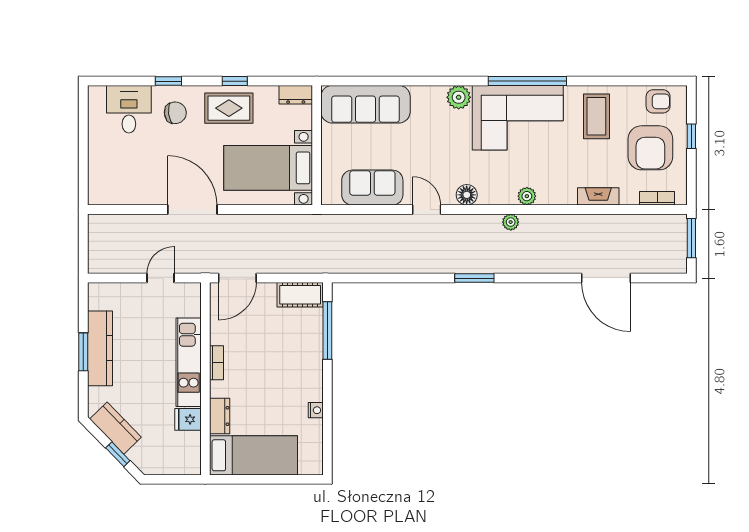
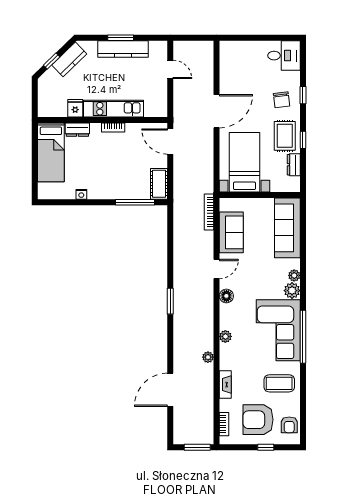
plant: (436, 94) -> (294, 275), added
dresser: (296, 95) -> (294, 165), moved
desk: (129, 109) -> (284, 56), moved
bookcase: (342, 221) -> (209, 212), added
plant: (511, 222) -> (208, 357), moved
door: (161, 278) -> (170, 69), moved

